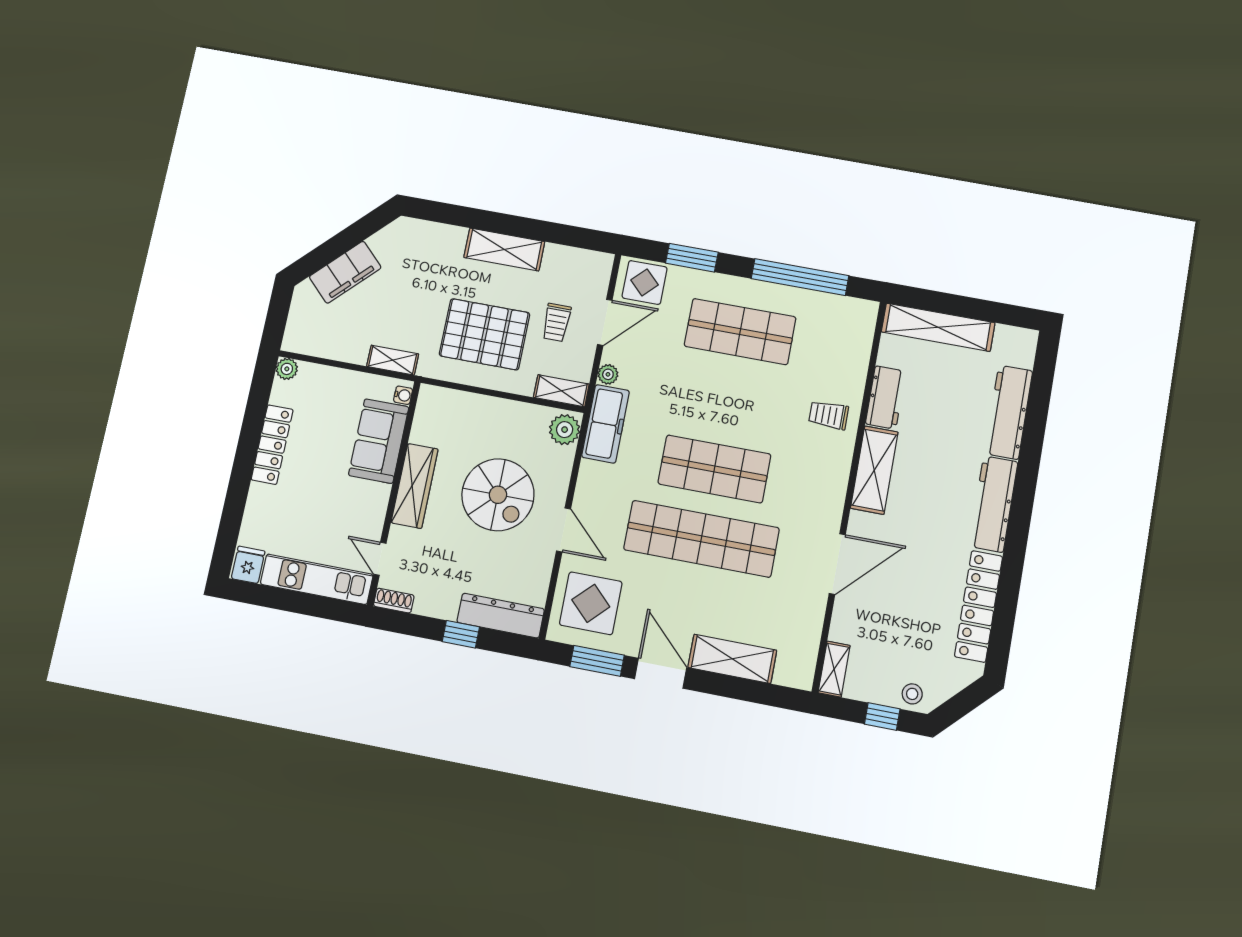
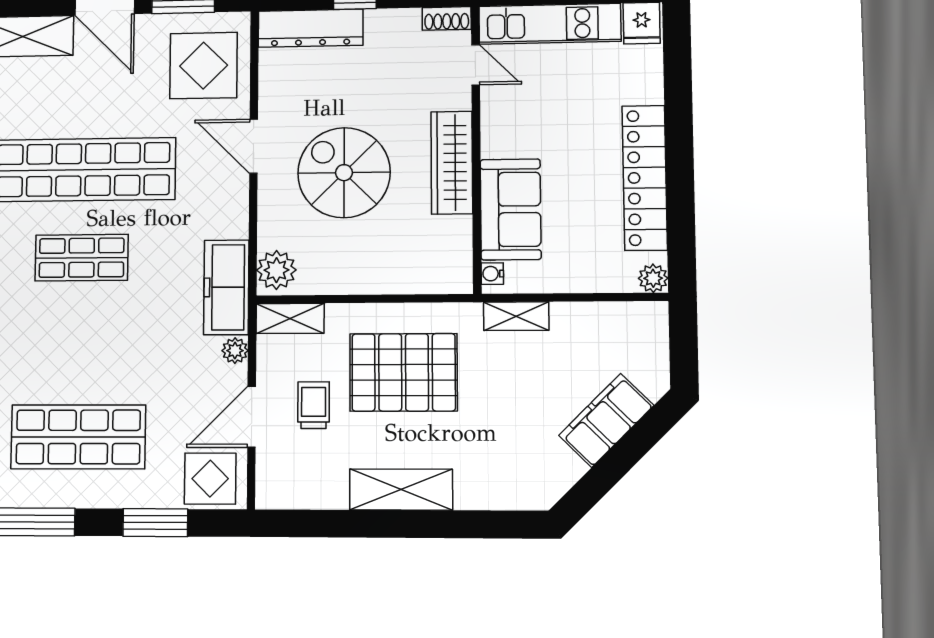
locker: (272, 445) -> (645, 178), width x1.41, depth x1.21
shop shelf: (714, 469) -> (82, 258), width x0.70, depth x0.74

